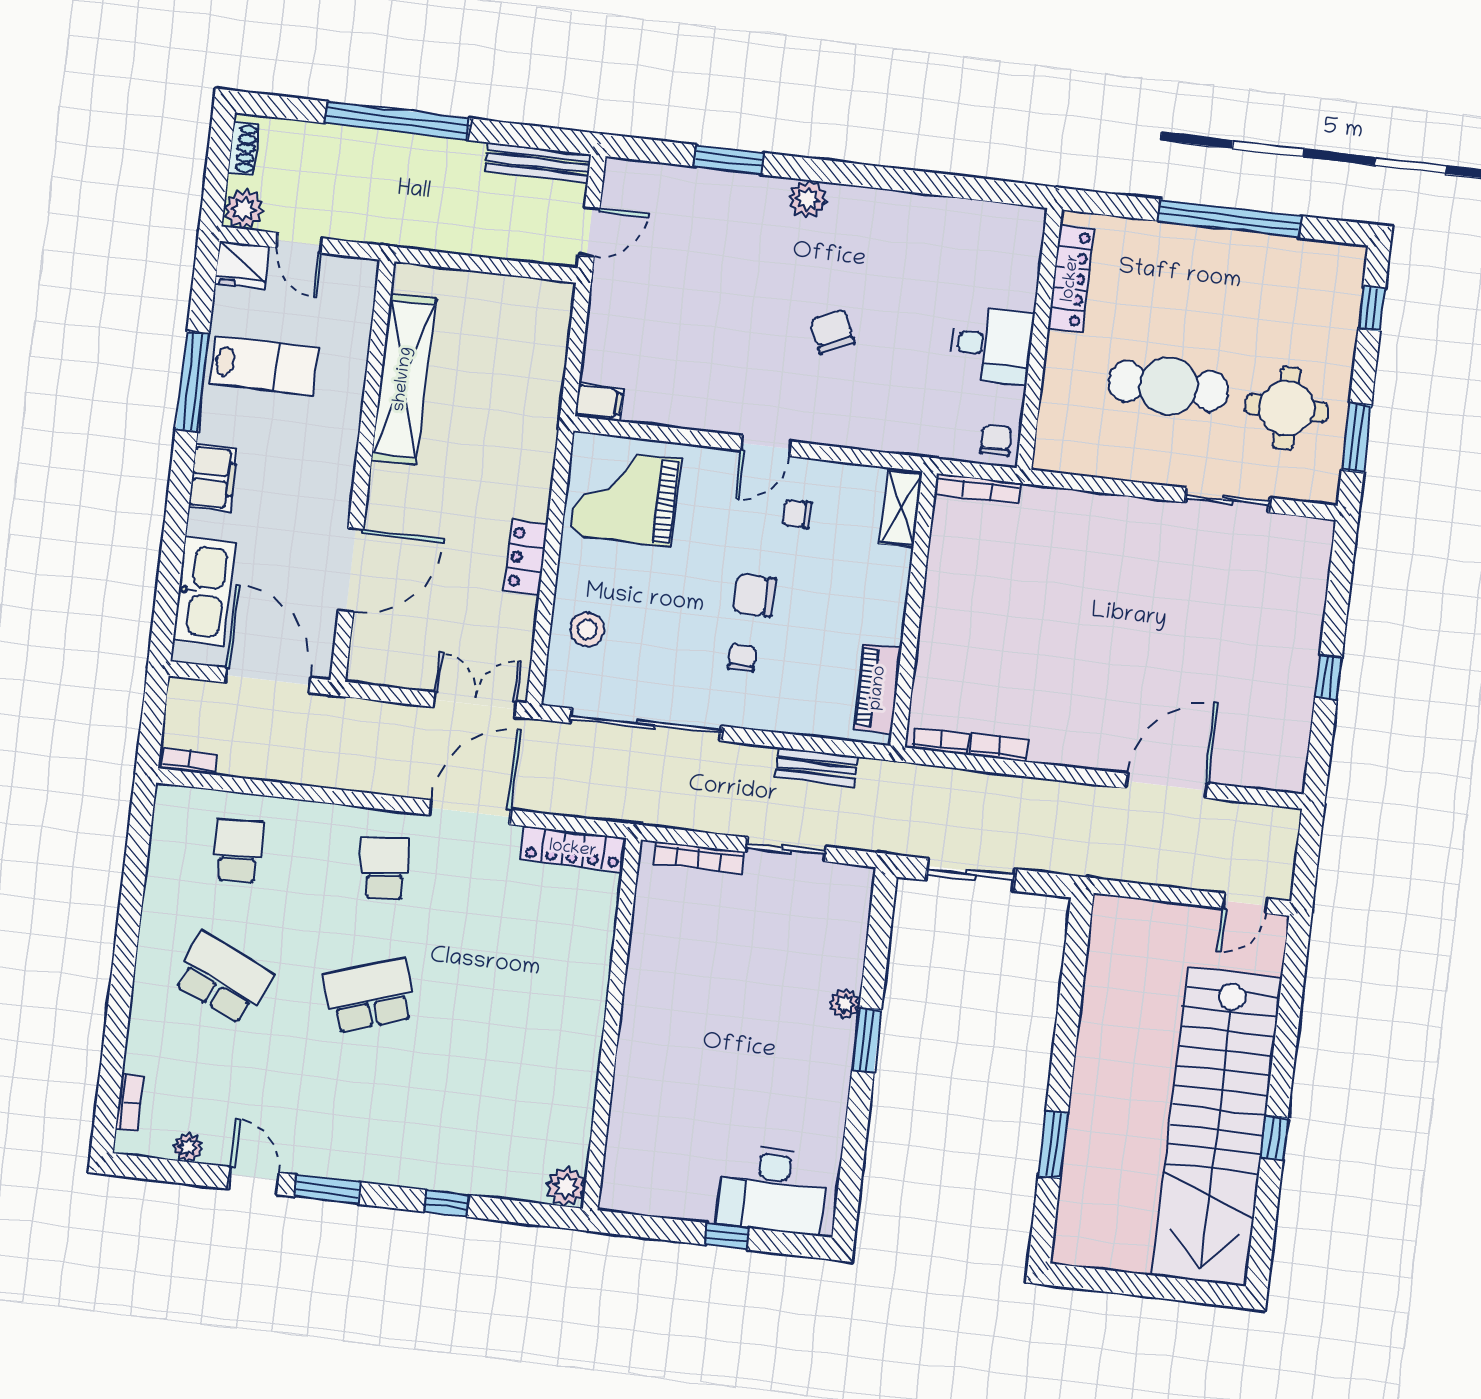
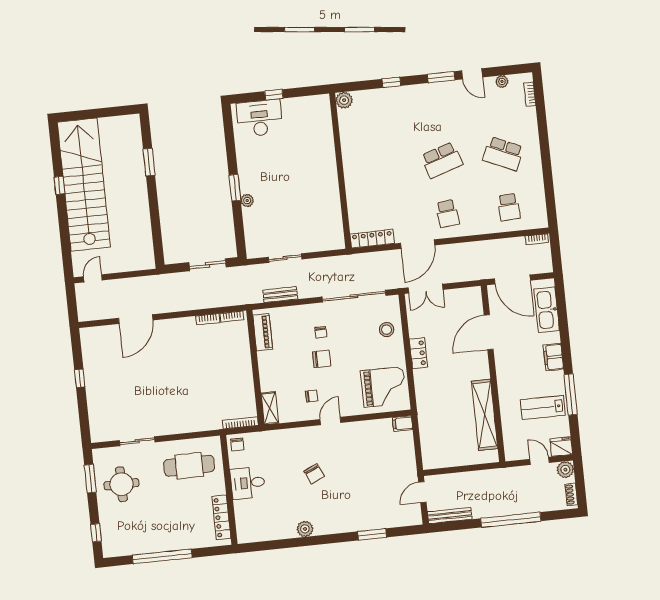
plant: (808, 199) -> (305, 529), moved
cafe table: (1168, 386) -> (189, 466), moved
bookcase: (698, 858) -> (320, 247), removed

